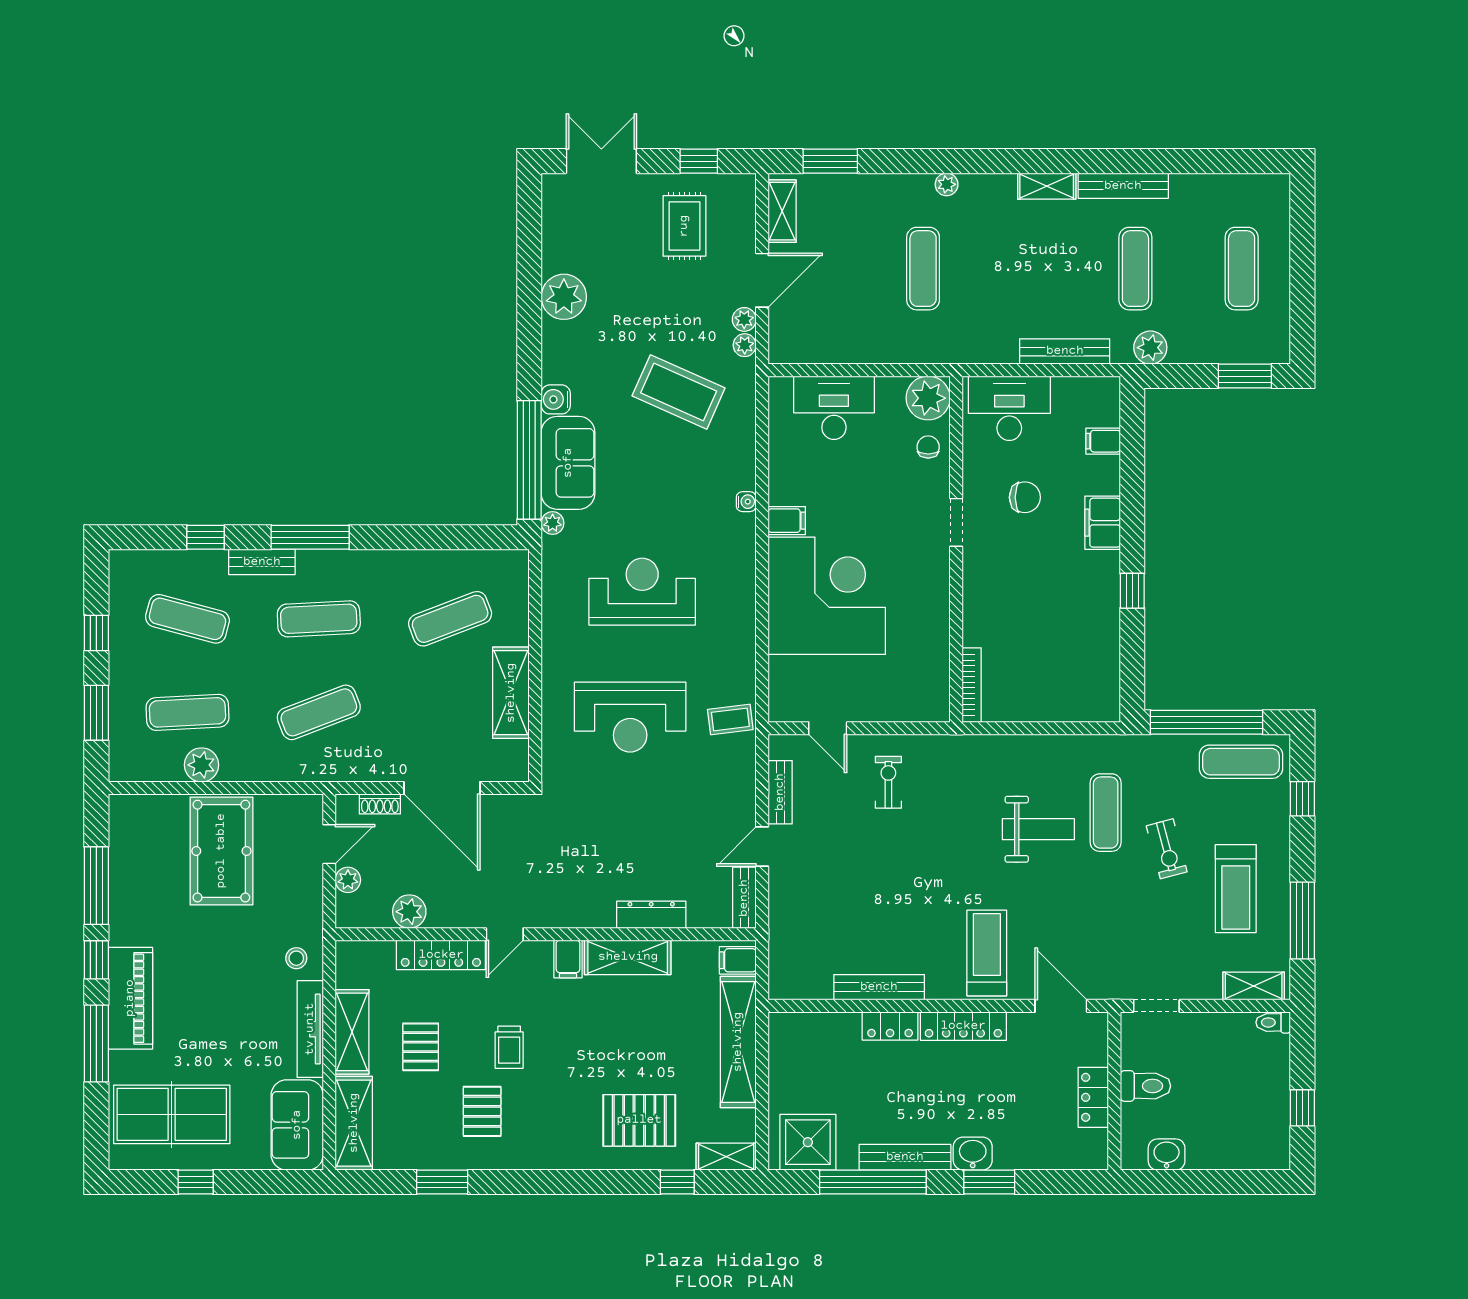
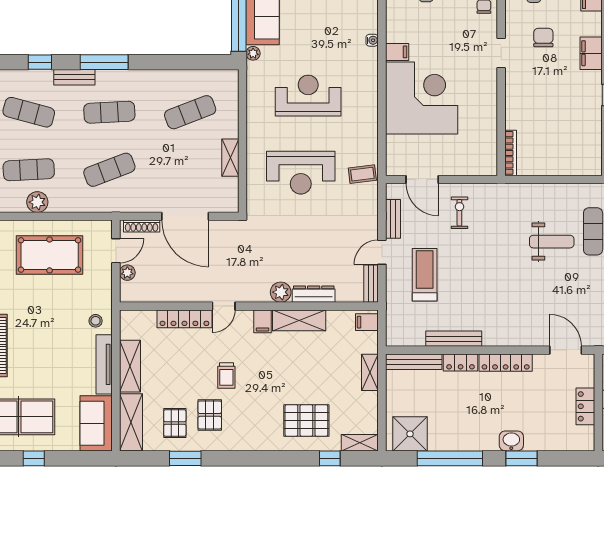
chair: (1025, 497) -> (543, 38), turned -90
shelving: (511, 693) -> (230, 158), width x0.67, depth x0.75
door: (828, 728) -> (422, 180), width x1.38
shoe rack: (380, 804) -> (142, 226), width x1.43
pool table: (221, 851) -> (50, 255), turned 90
plant: (409, 912) -> (281, 292), moved
treadmill: (987, 953) -> (425, 275), moved
shelving: (738, 1042) -> (370, 372), width x0.45, depth x0.75
pallet: (421, 1047) -> (175, 423), moved
bench: (905, 1157) -> (414, 362), moved

